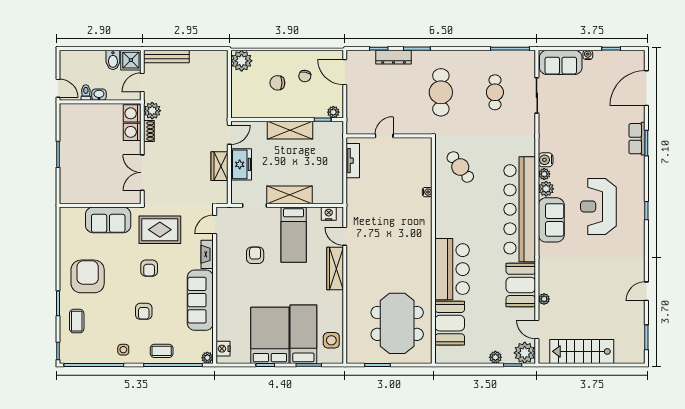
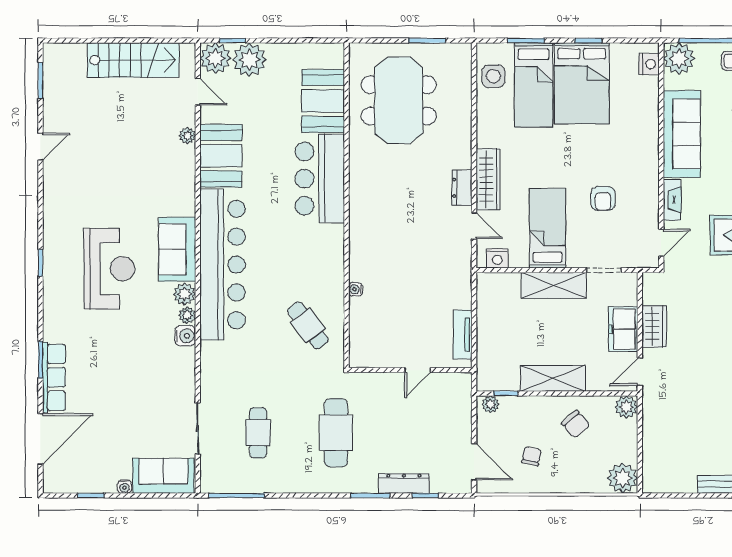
chair: (277, 83) -> (576, 424), moved, turned 49
plant: (239, 110) -> (626, 407), added
row of seats: (637, 139) -> (54, 377), width x1.48
dresser: (353, 263) -> (462, 188), added
plant: (495, 357) -> (249, 60), width x1.87, depth x1.87
plant: (207, 358) -> (679, 59), width x1.88, depth x1.88

